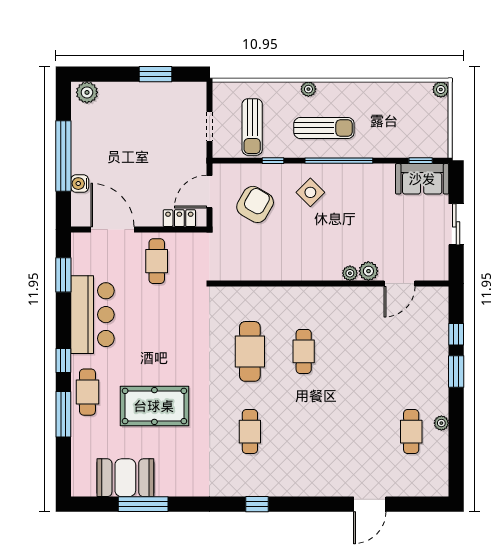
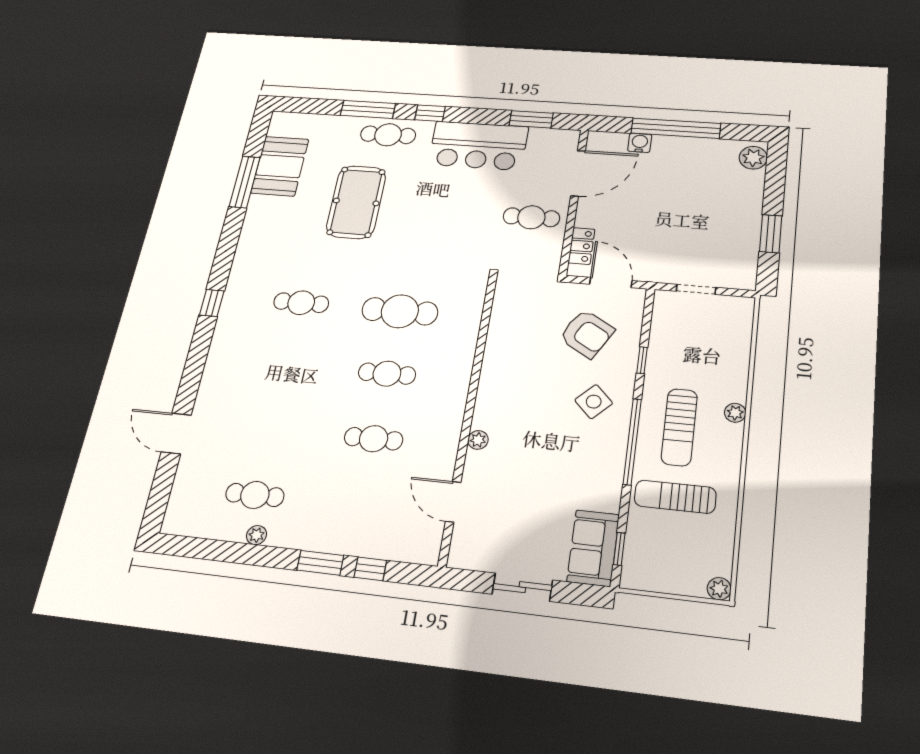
sun lounger: (252, 127) -> (675, 497), moved
plant: (368, 271) -> (477, 464), removed
cafe table: (357, 351) -> (374, 439), added

